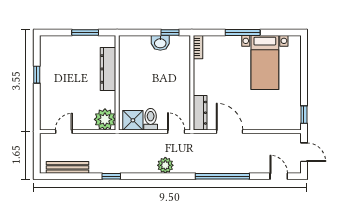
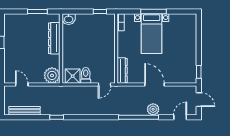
washbasin: (160, 43) -> (69, 19), moved
bed with nightstands: (265, 63) -> (152, 34), moved
door: (64, 132) -> (22, 84), hinge flipped
door: (176, 132) -> (104, 84), swing flipped
door: (230, 132) -> (154, 84), moved
plant: (165, 165) -> (153, 109), moved
door: (279, 176) -> (180, 117), hinge flipped

